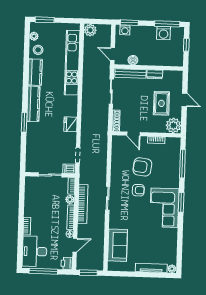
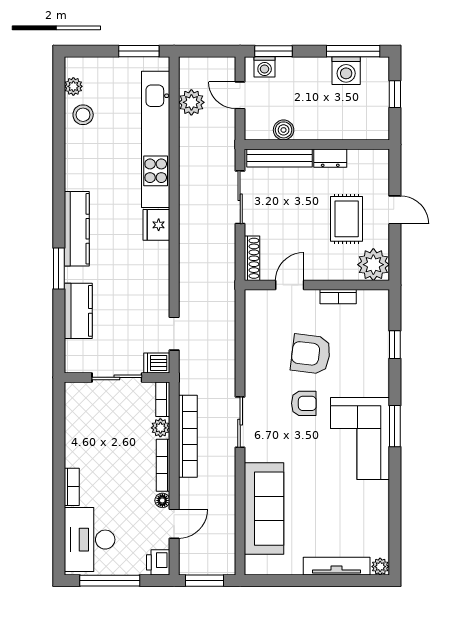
window: (45, 20) -> (139, 51), moved
plant: (90, 30) -> (191, 102), moved
door: (112, 54) -> (240, 95), moved
kitchen counter: (35, 72) -> (78, 311), moved
fridge: (70, 124) -> (156, 225), moved
door: (133, 134) -> (290, 285), swing flipped
window: (182, 164) -> (395, 345), width x0.46
sofa: (118, 245) -> (264, 509), width x1.36

